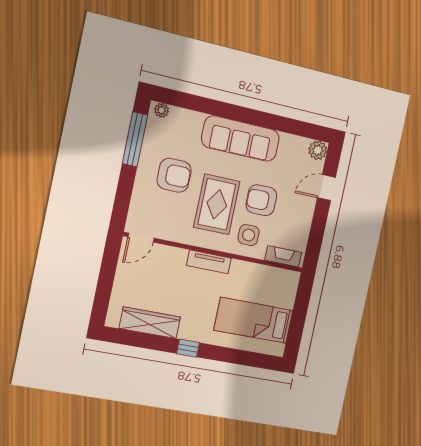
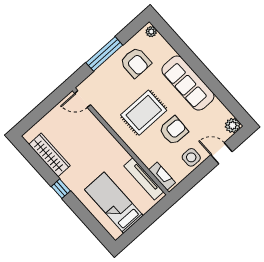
window: (135, 139) -> (104, 54), moved
armchair: (174, 175) -> (136, 62), moved
armchair: (261, 200) -> (174, 131), turned 92
side table: (249, 235) -> (191, 157), moved
tv unit: (209, 262) -> (144, 179), moved, width x1.41

